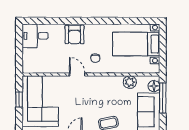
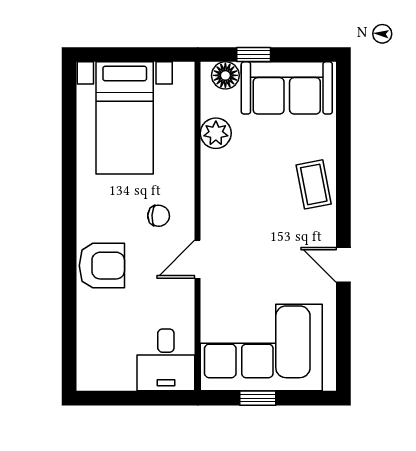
desk: (35, 36) -> (166, 360), moved
window: (163, 98) -> (254, 54), width x0.46

